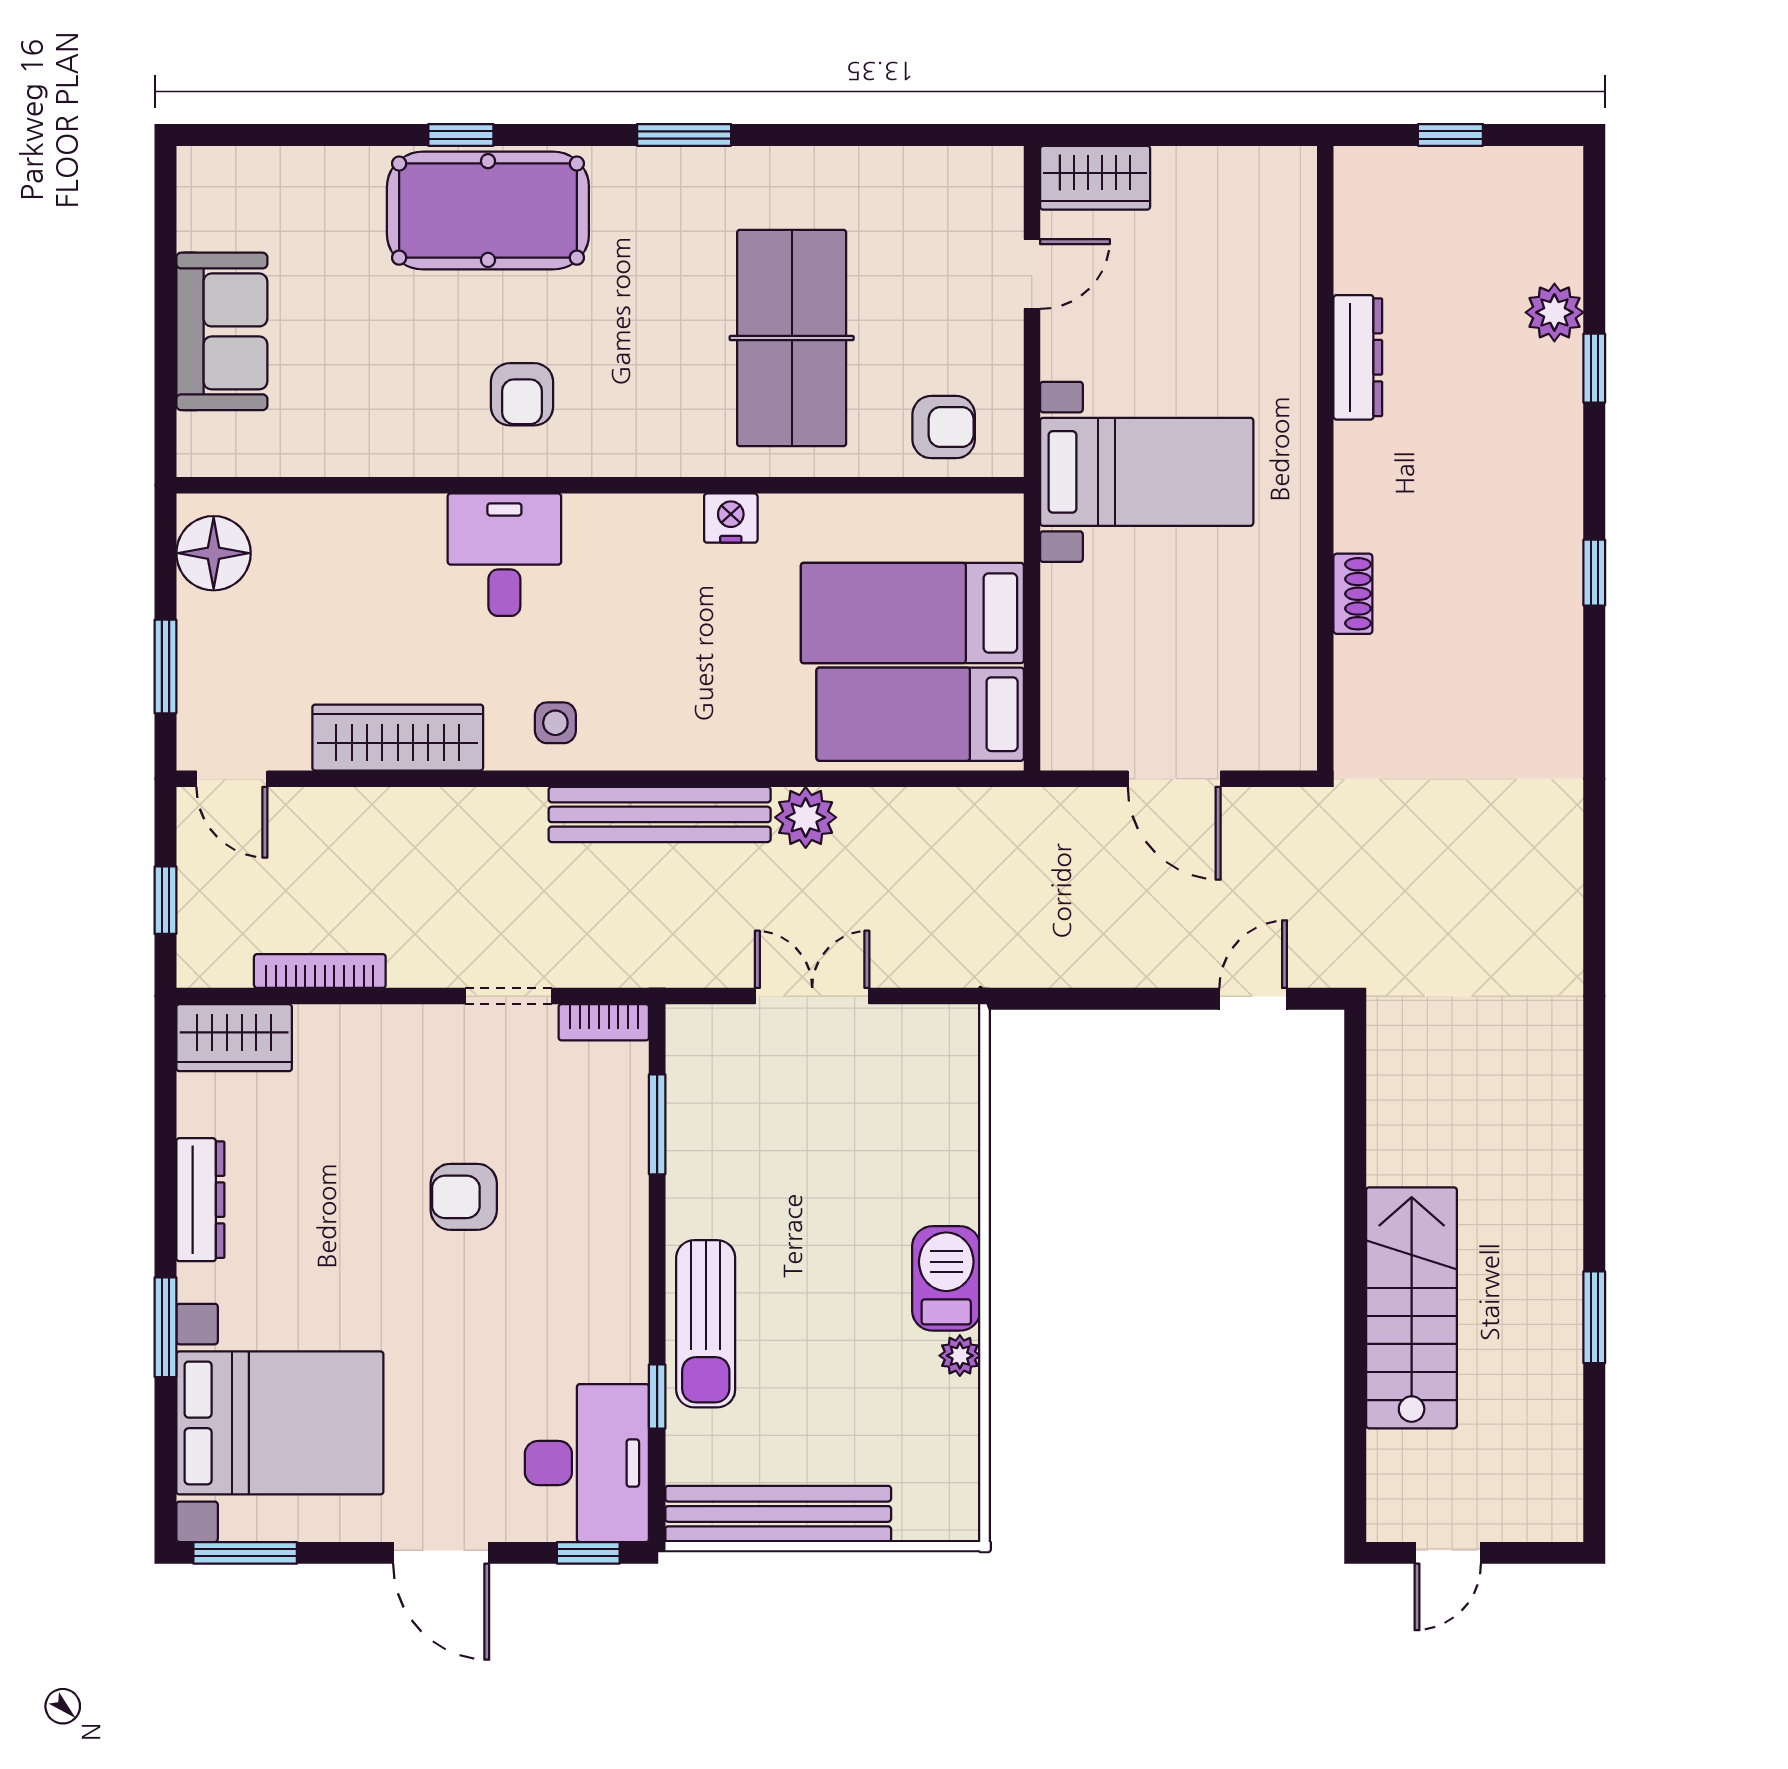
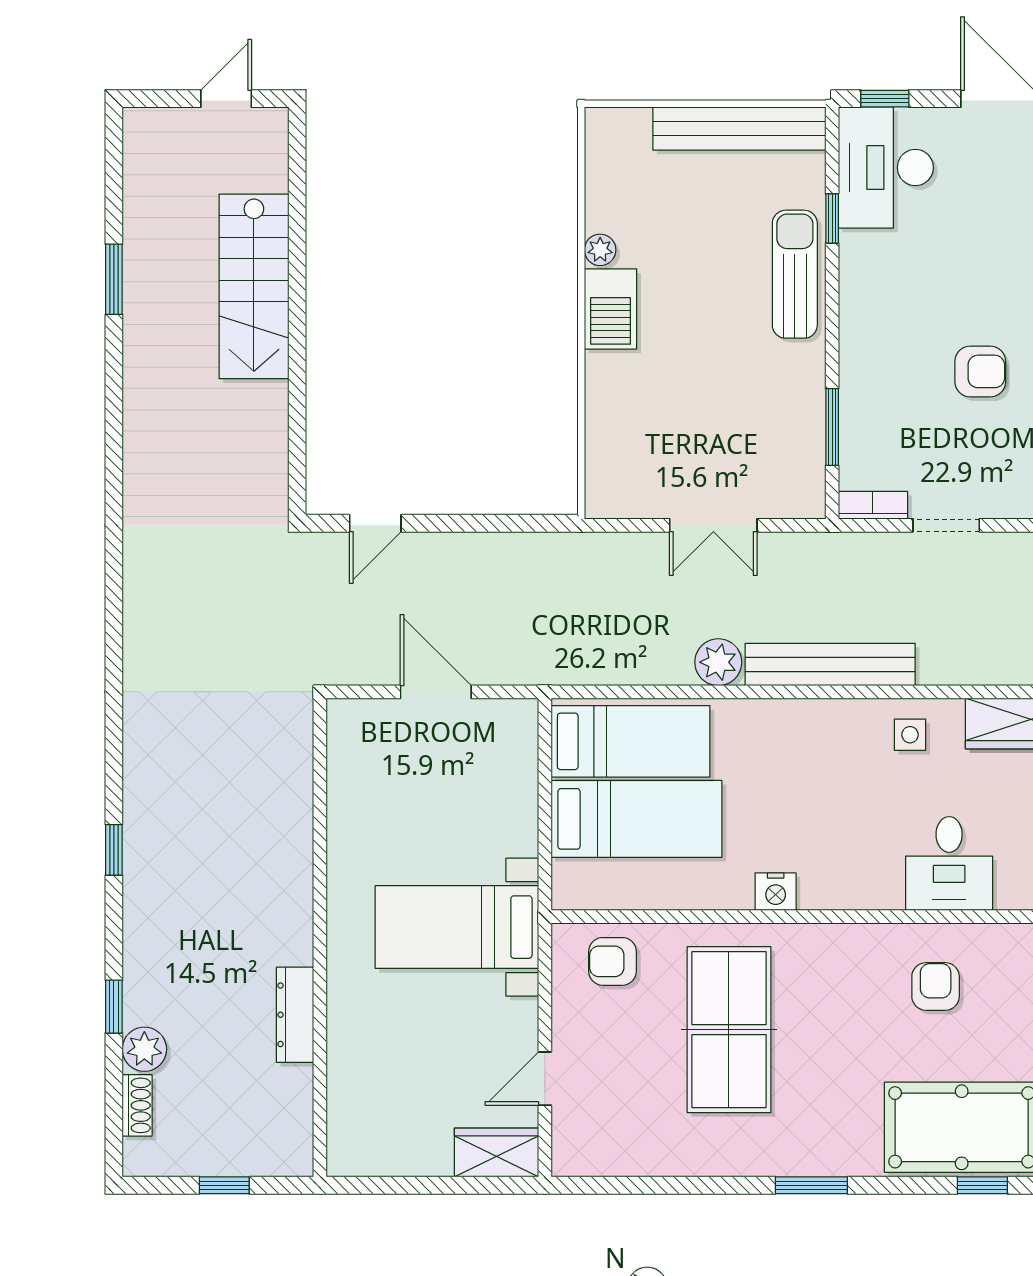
shoe rack: (1353, 594) -> (137, 1105), moved, turned 180

